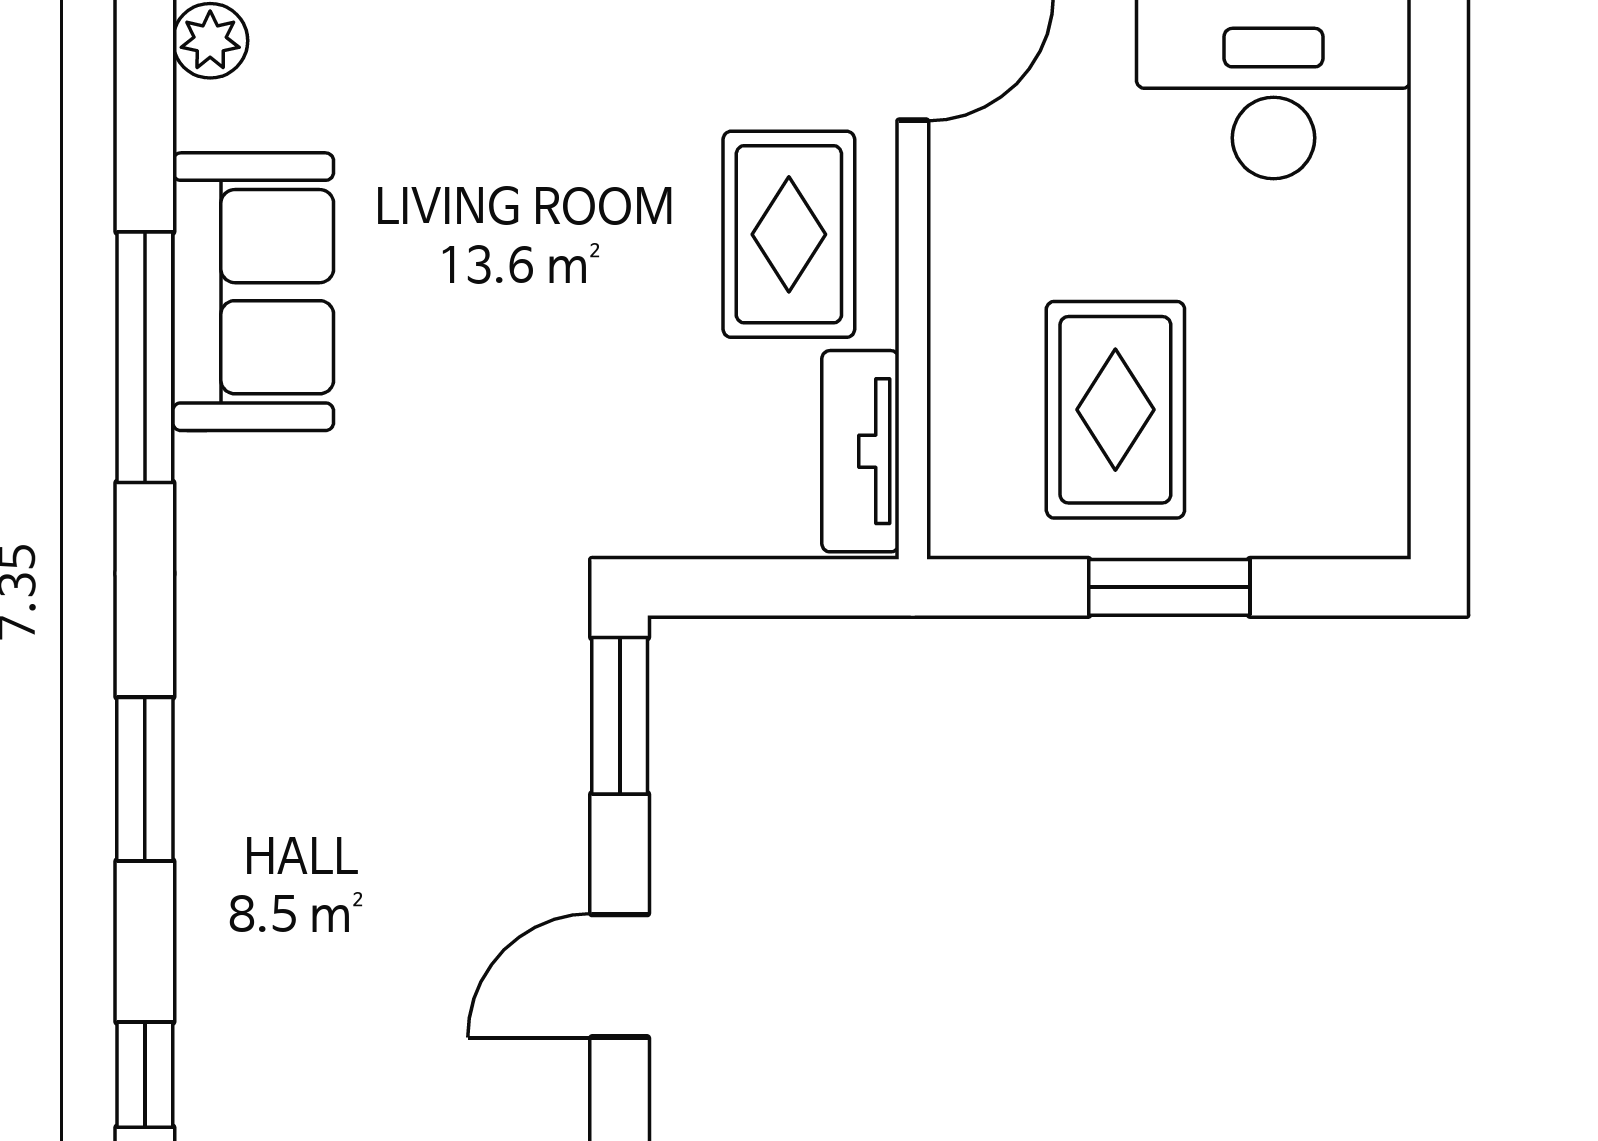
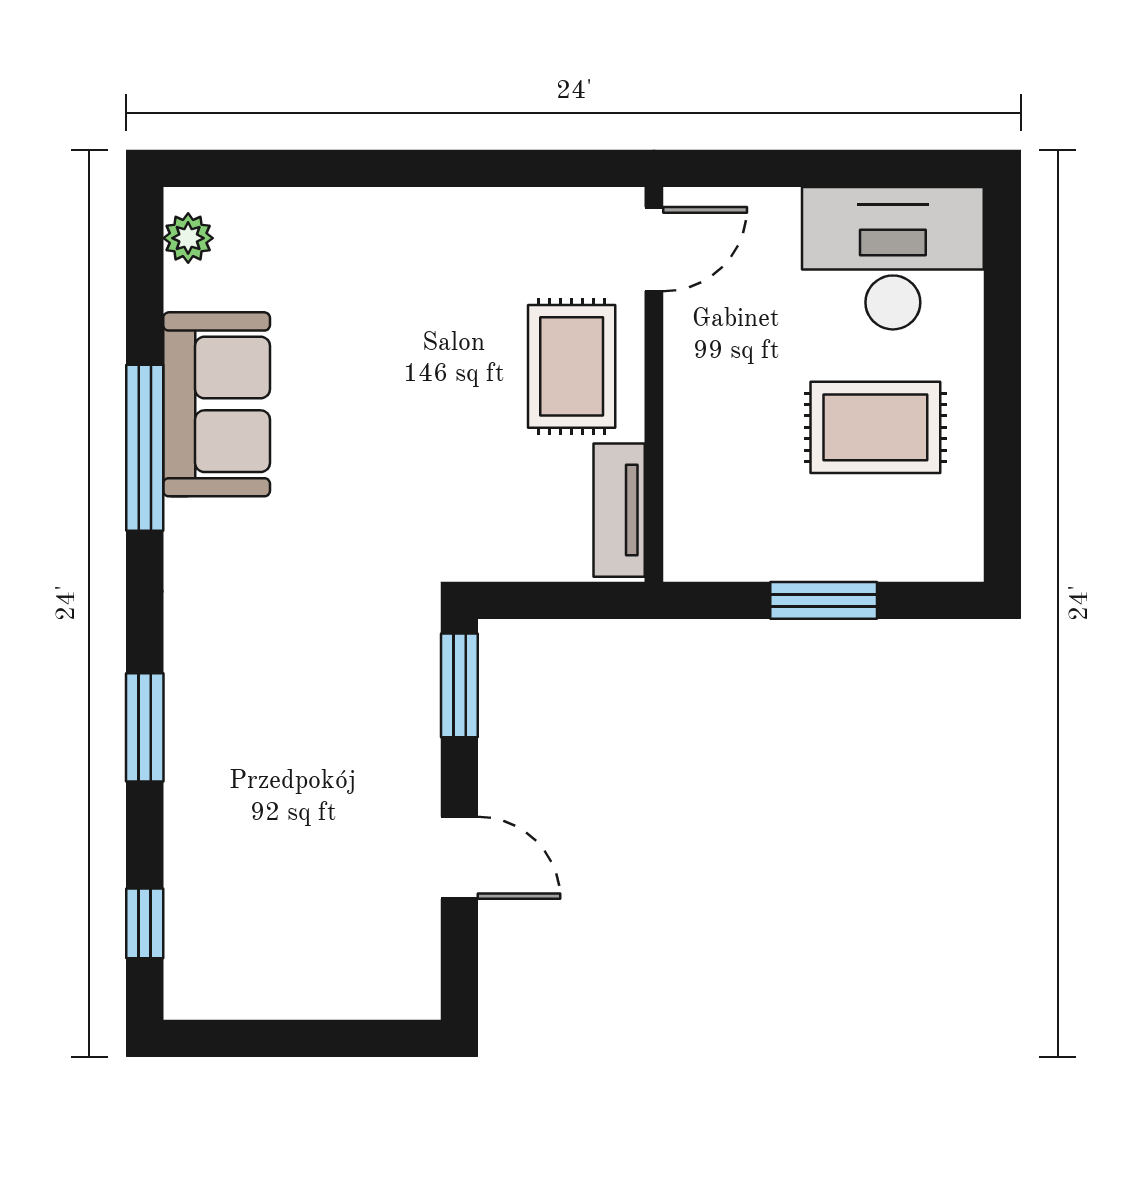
rug: (1115, 410) -> (875, 427), moved, turned 90
door: (620, 976) -> (459, 858), swing flipped

